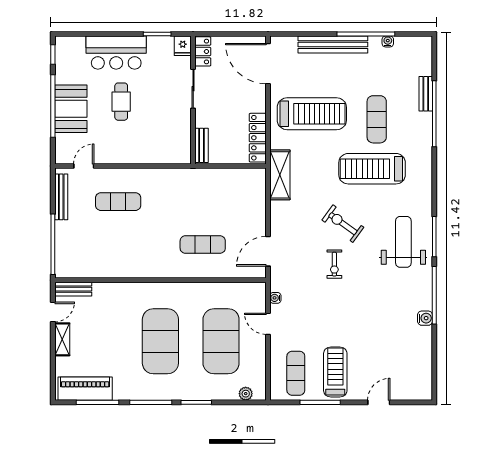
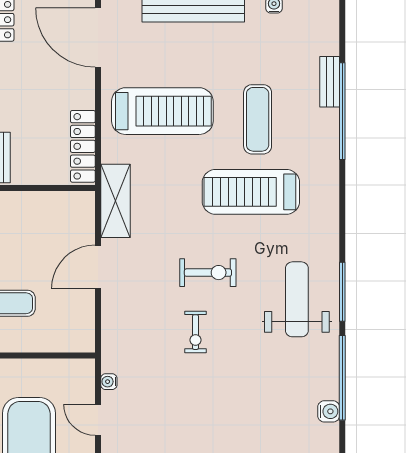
exercise bike: (343, 224) -> (208, 273), turned 144
door: (268, 251) -> (98, 267), moved

